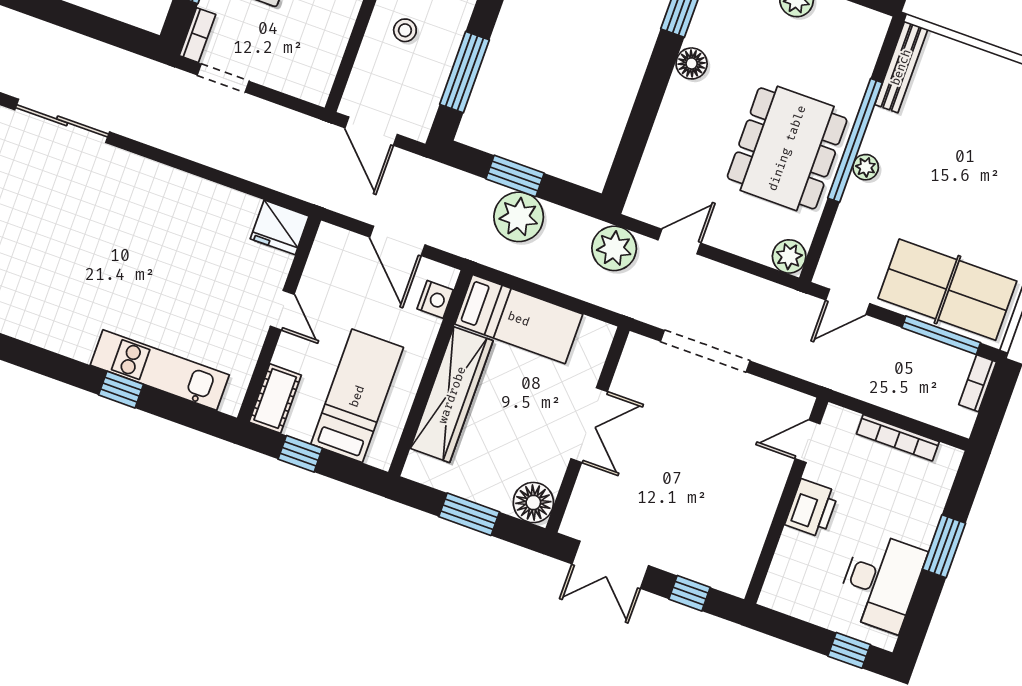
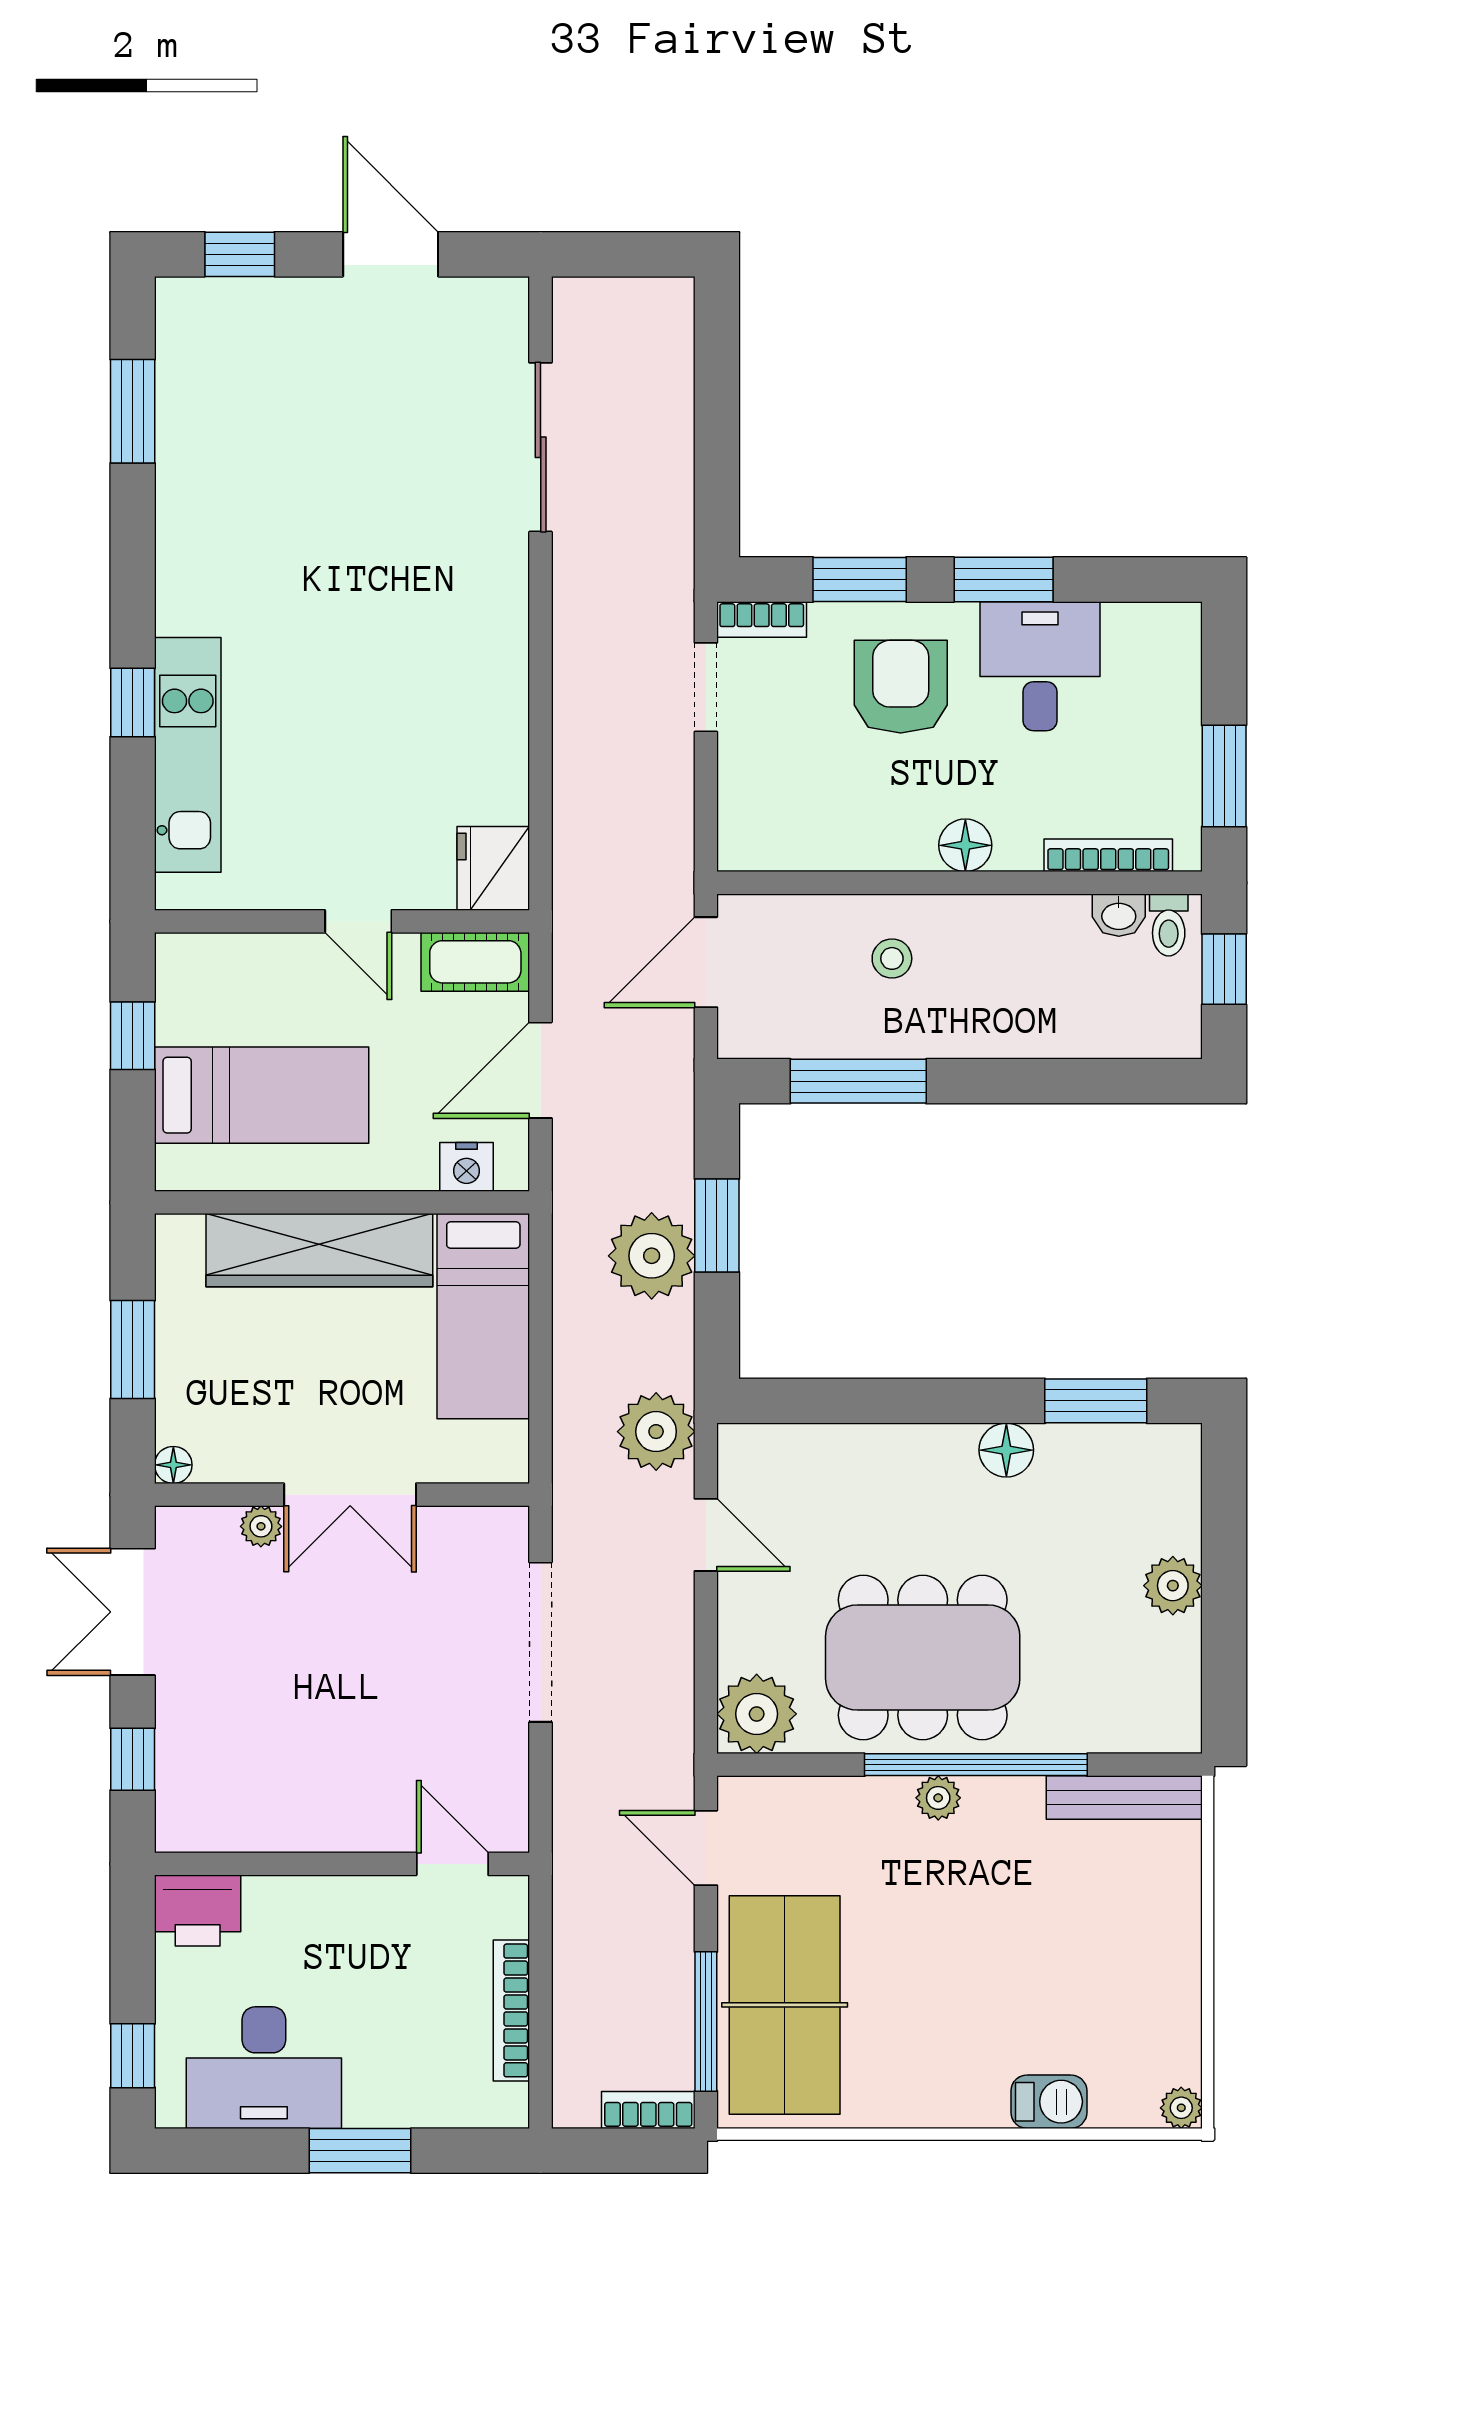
plant: (789, 256) -> (757, 1714), width x1.36, depth x1.36
door: (282, 310) -> (358, 921), hinge flipped
cot: (275, 399) -> (475, 962), moved
plant: (589, 479) -> (261, 1526), added
floor lamp: (533, 503) -> (173, 1465), width x0.53, depth x0.53
printer: (812, 508) -> (198, 1910), moved

